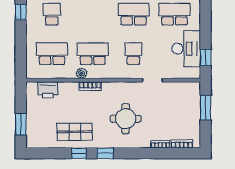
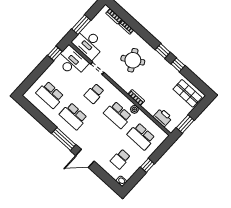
window: (21, 12) -> (147, 165), moved
desk: (186, 49) -> (72, 62), moved, turned 90
desk: (182, 96) -> (88, 44), added
round table: (126, 119) -> (133, 60), turned -30
window: (21, 124) -> (185, 124), moved
shop shelf: (75, 132) -> (187, 93), moved

